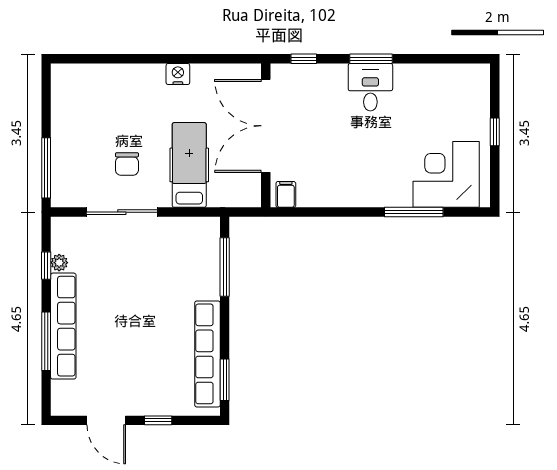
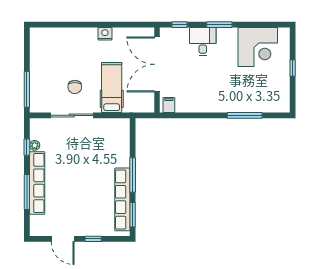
desk: (370, 87) -> (203, 41), moved
corner desk: (446, 174) -> (258, 47), moved, turned 180
window: (225, 267) -> (133, 175), moved

